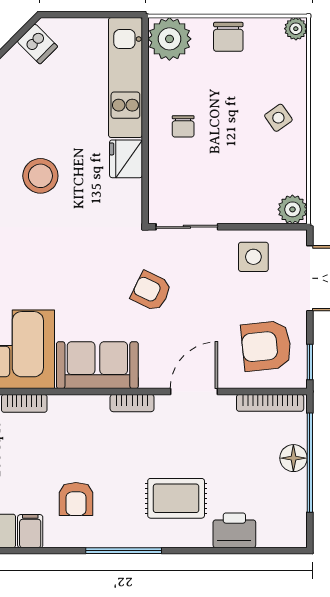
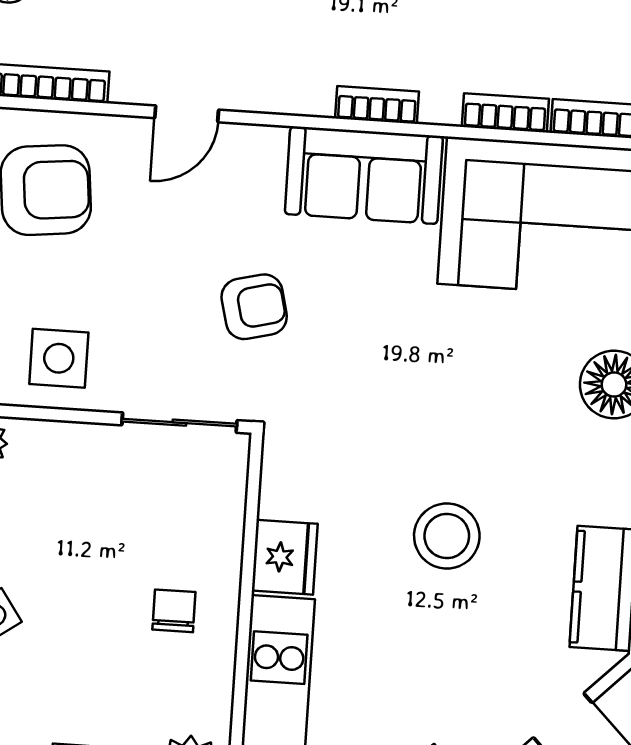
armchair: (151, 291) -> (254, 307), turned -40
door: (194, 392) -> (187, 114), width x0.73
bookcase: (132, 403) -> (377, 105), moved

